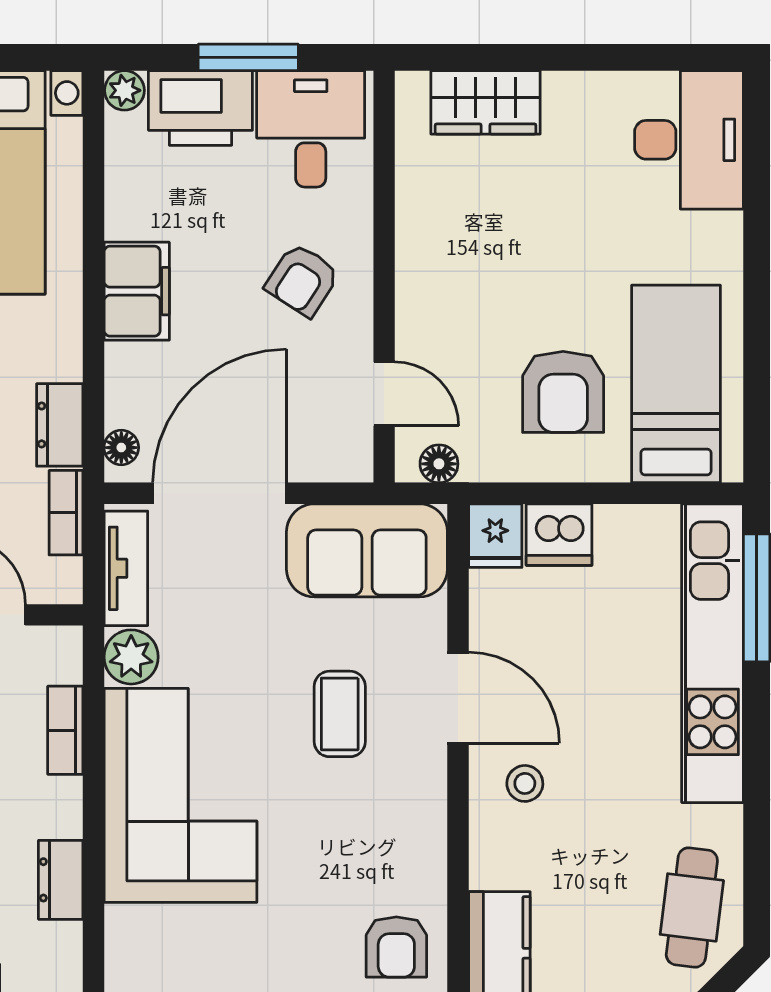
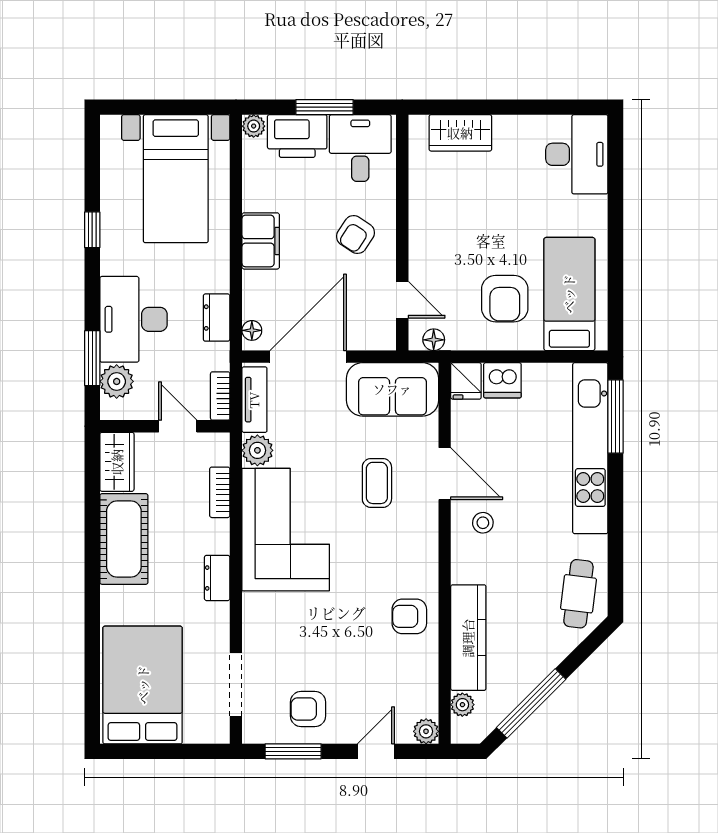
bookcase: (66, 513) -> (220, 396), moved
armchair: (396, 947) -> (409, 616), turned 90

